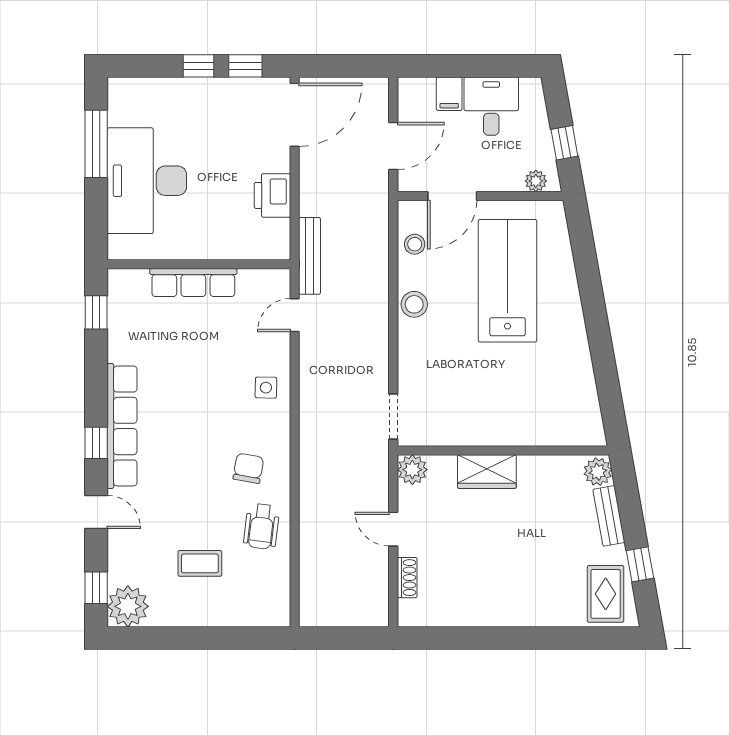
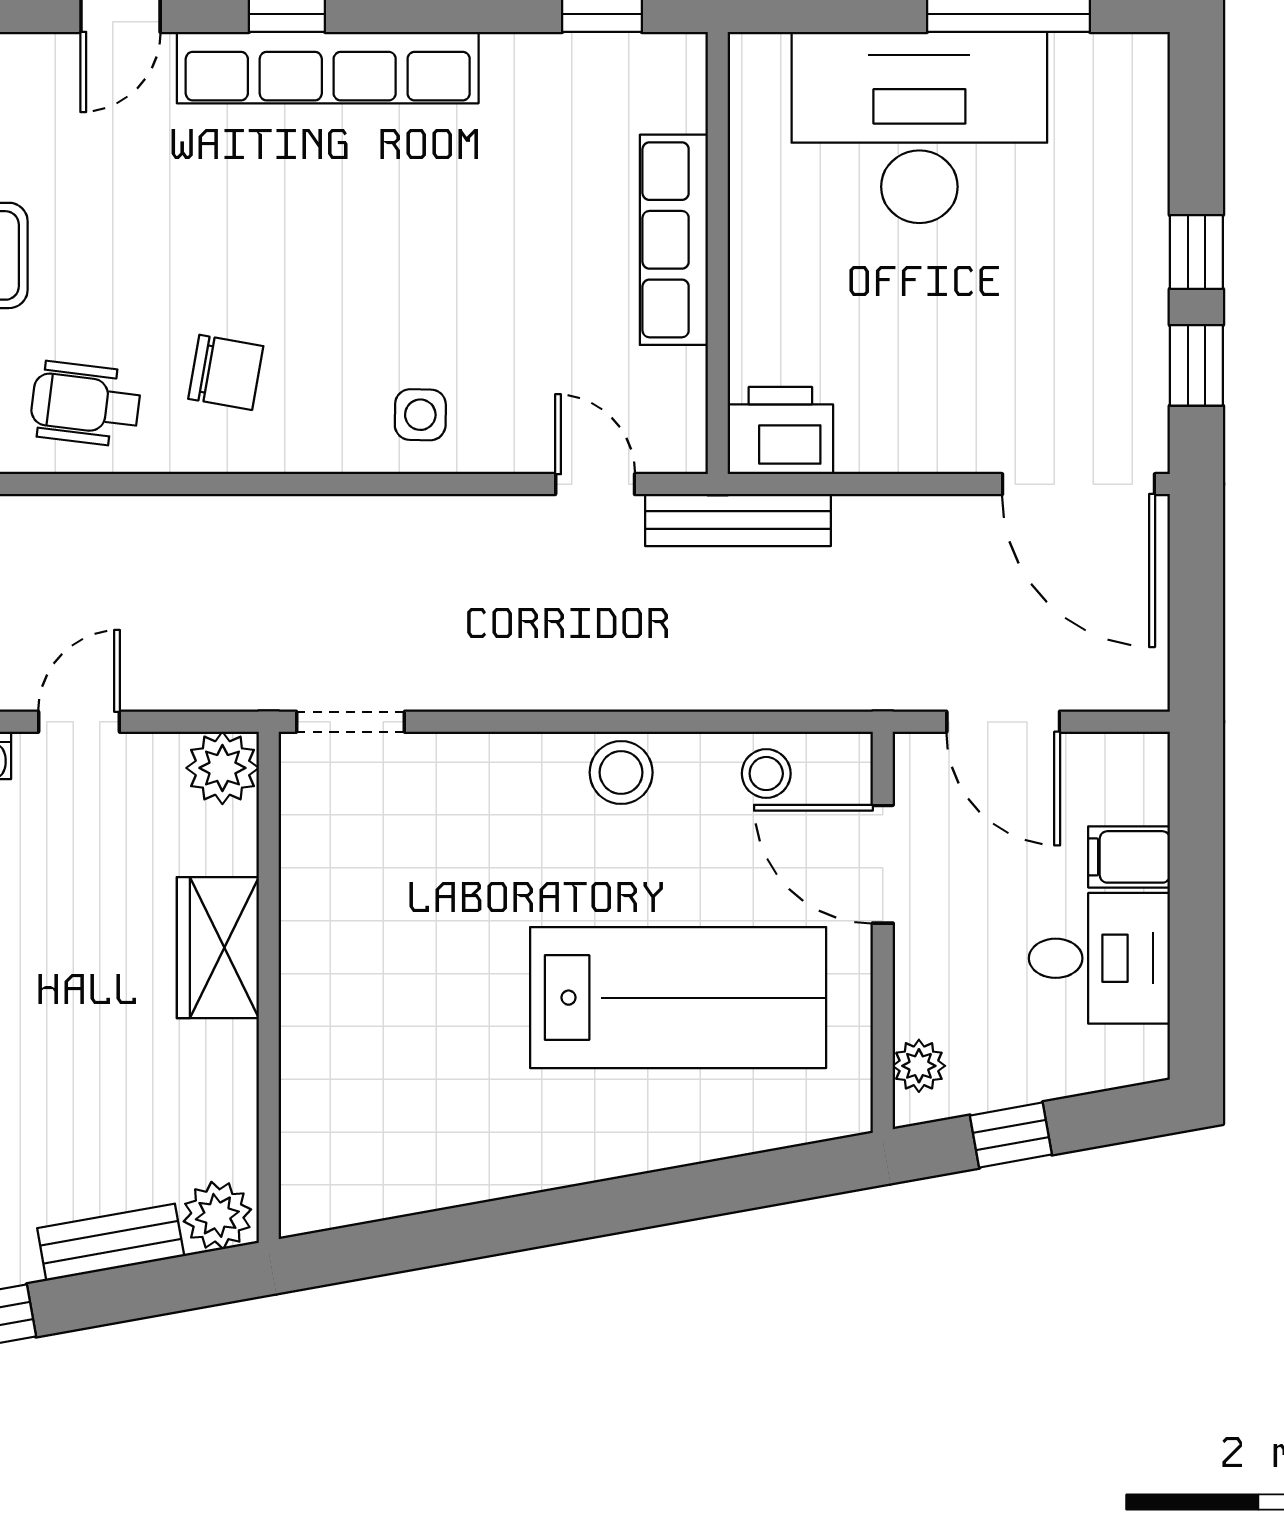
printer: (272, 195) -> (780, 431), moved

